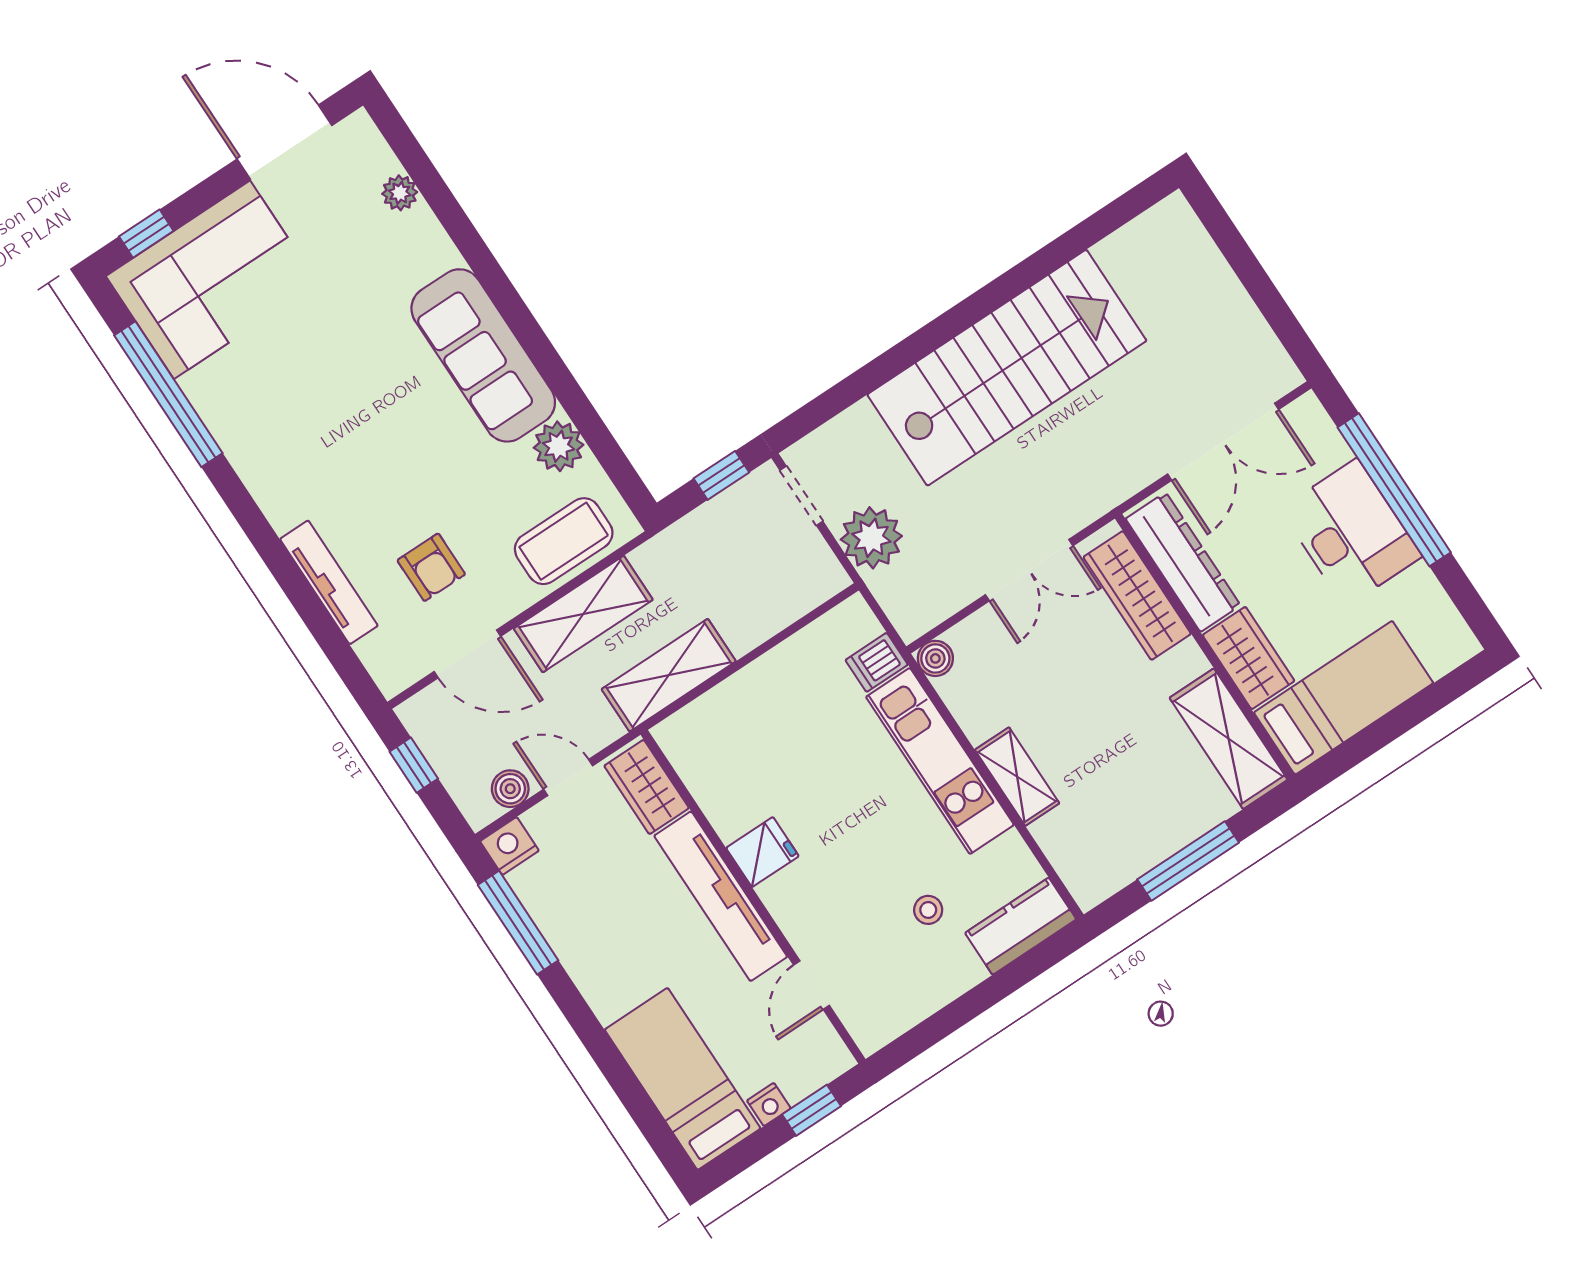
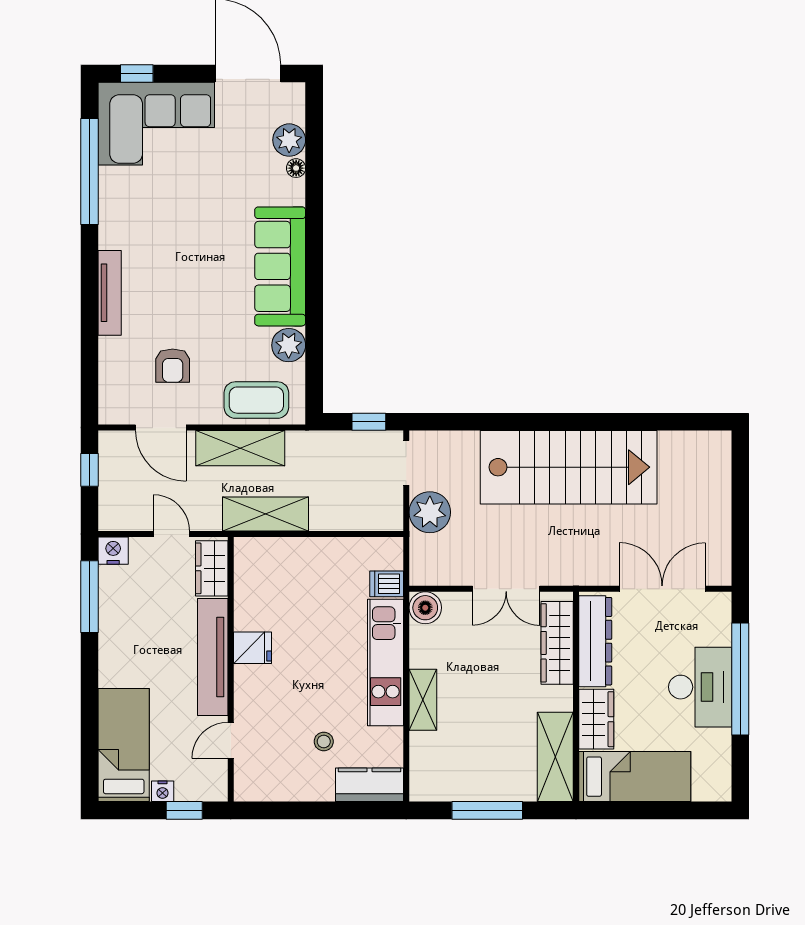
plant: (400, 193) -> (289, 140), width x1.38, depth x1.38
floor lamp: (422, 220) -> (296, 168), added
double door: (1223, 442) -> (662, 589), swing flipped
tv unit: (329, 582) -> (110, 293), moved
boiler: (935, 658) -> (425, 608), width x1.36, depth x1.36
boiler: (510, 789) -> (135, 519), removed

